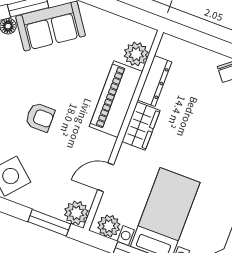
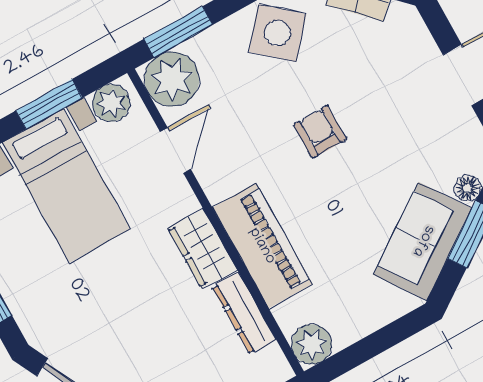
plant: (136, 54) -> (312, 344), moved
armchair: (40, 117) -> (320, 132), turned 90
plant: (76, 213) -> (172, 79), width x1.36, depth x1.36

